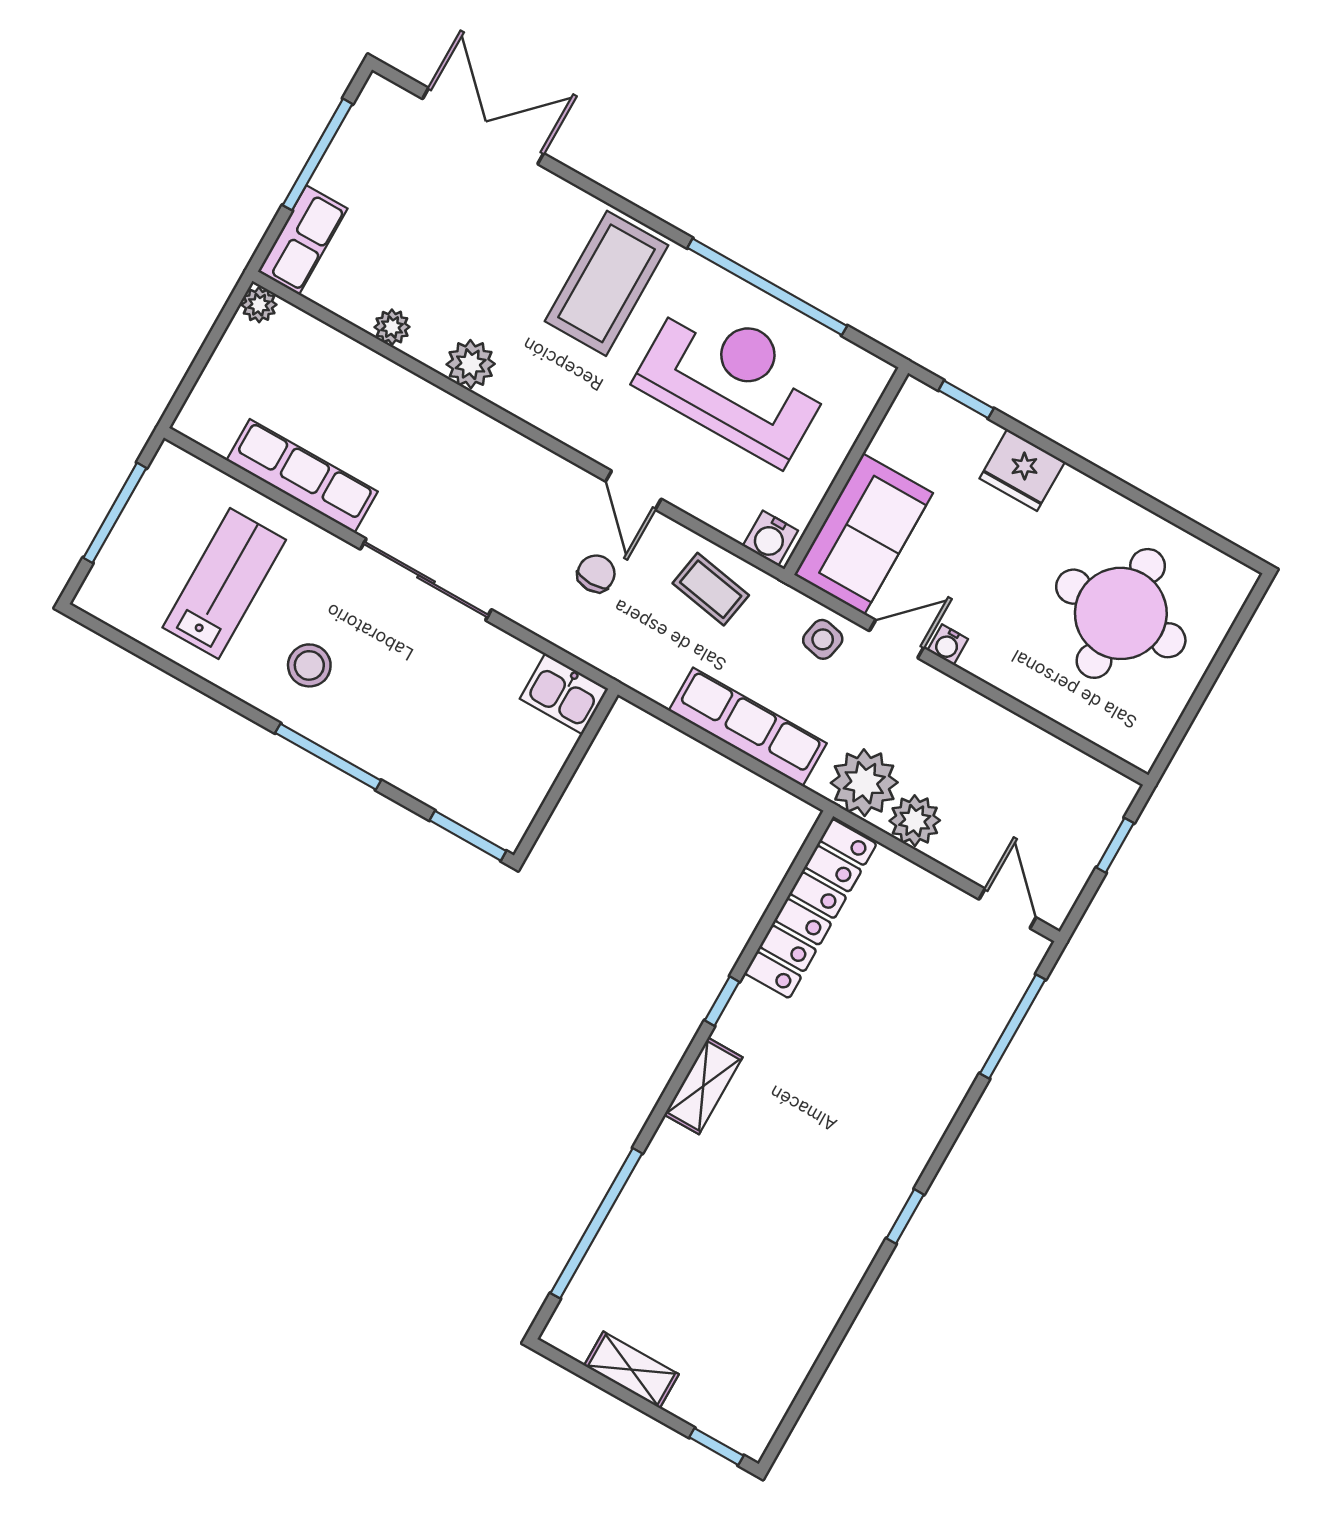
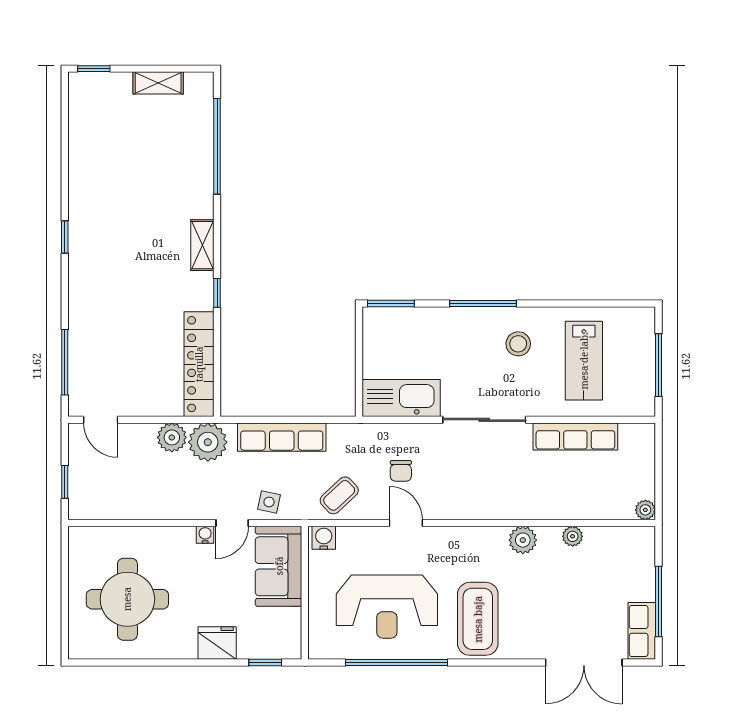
row of seats: (303, 240) -> (642, 631), moved
coffee table: (711, 589) -> (339, 495), turned -53
kitchen sink: (564, 694) -> (401, 398), width x1.87, depth x1.24

